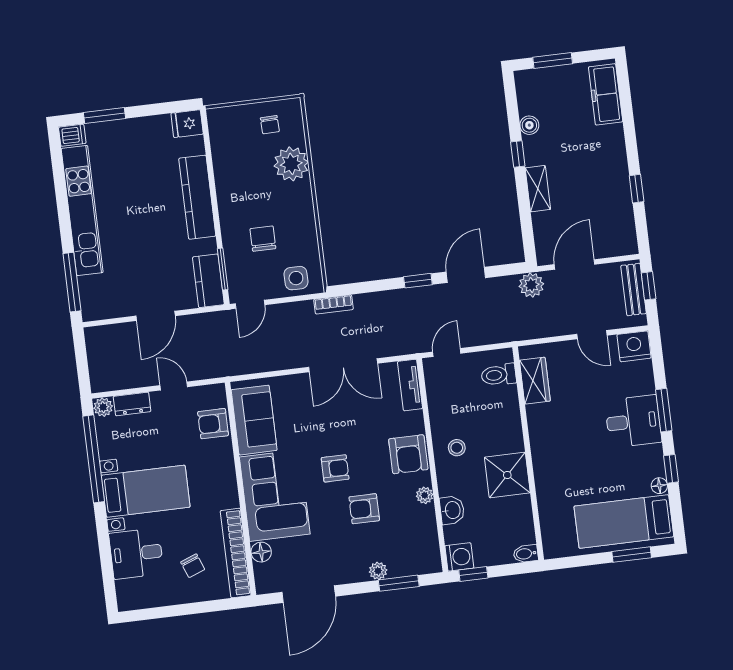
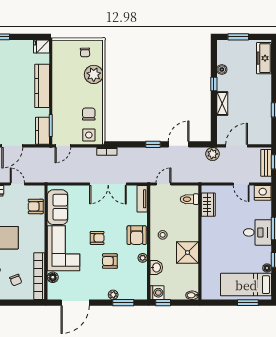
chair: (263, 239) -> (89, 114), moved

